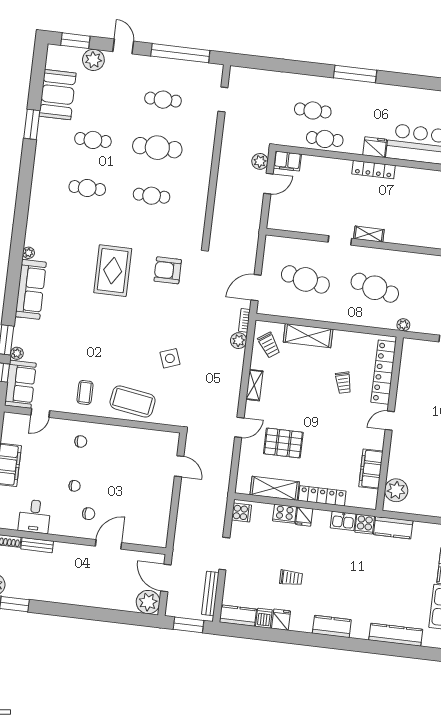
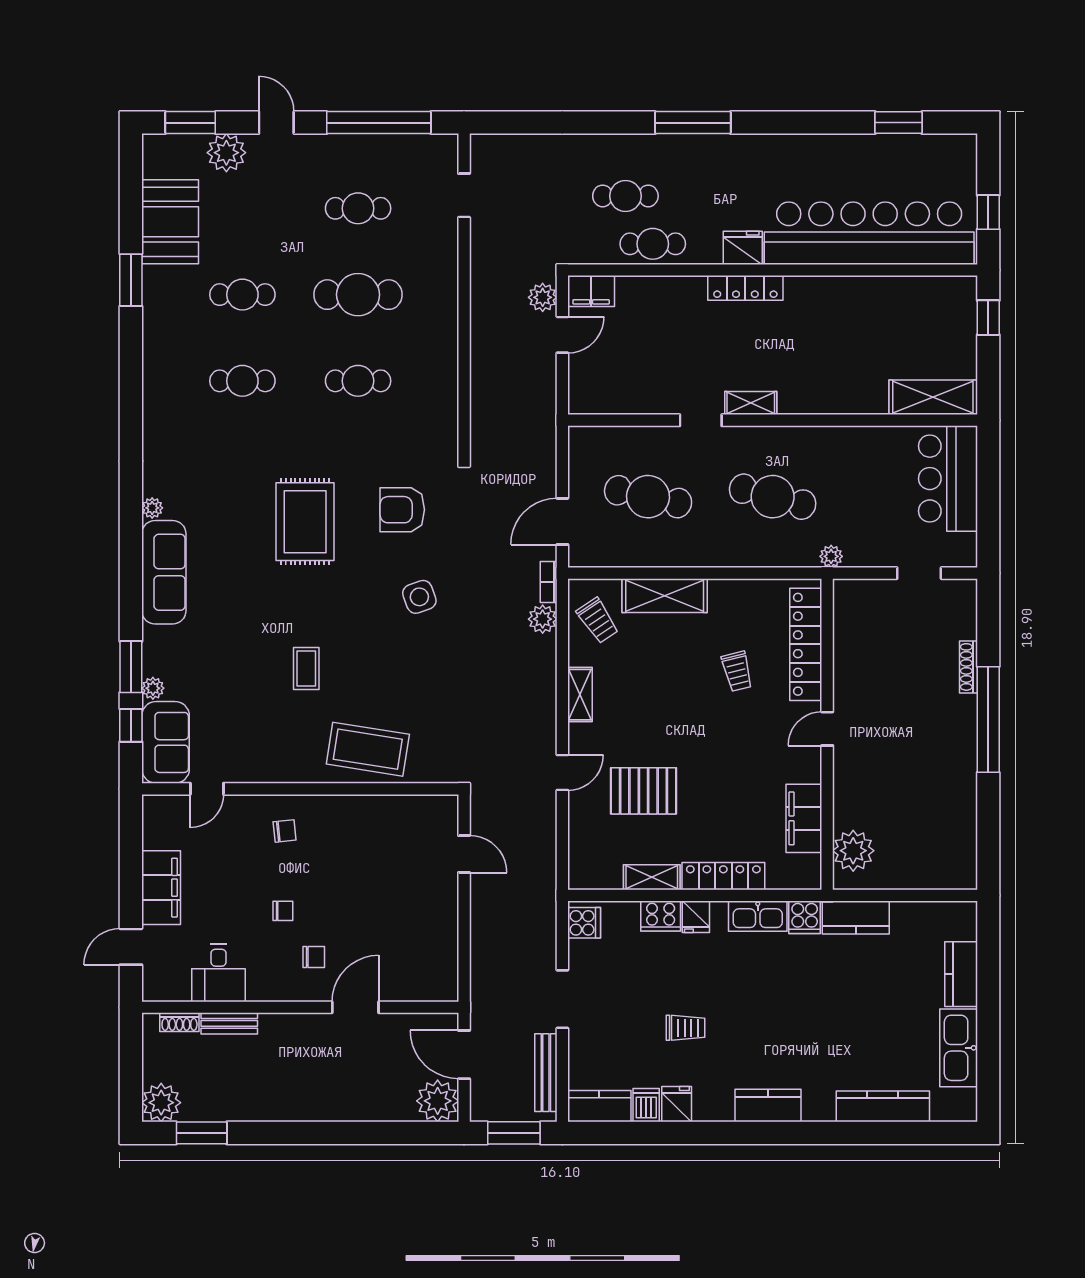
side table: (170, 358) -> (419, 597), moved
coffee table: (85, 392) -> (306, 668), moved
shelving: (275, 488) -> (652, 877), width x0.67, depth x0.75
kitchen sink: (343, 521) -> (758, 916), width x1.38

